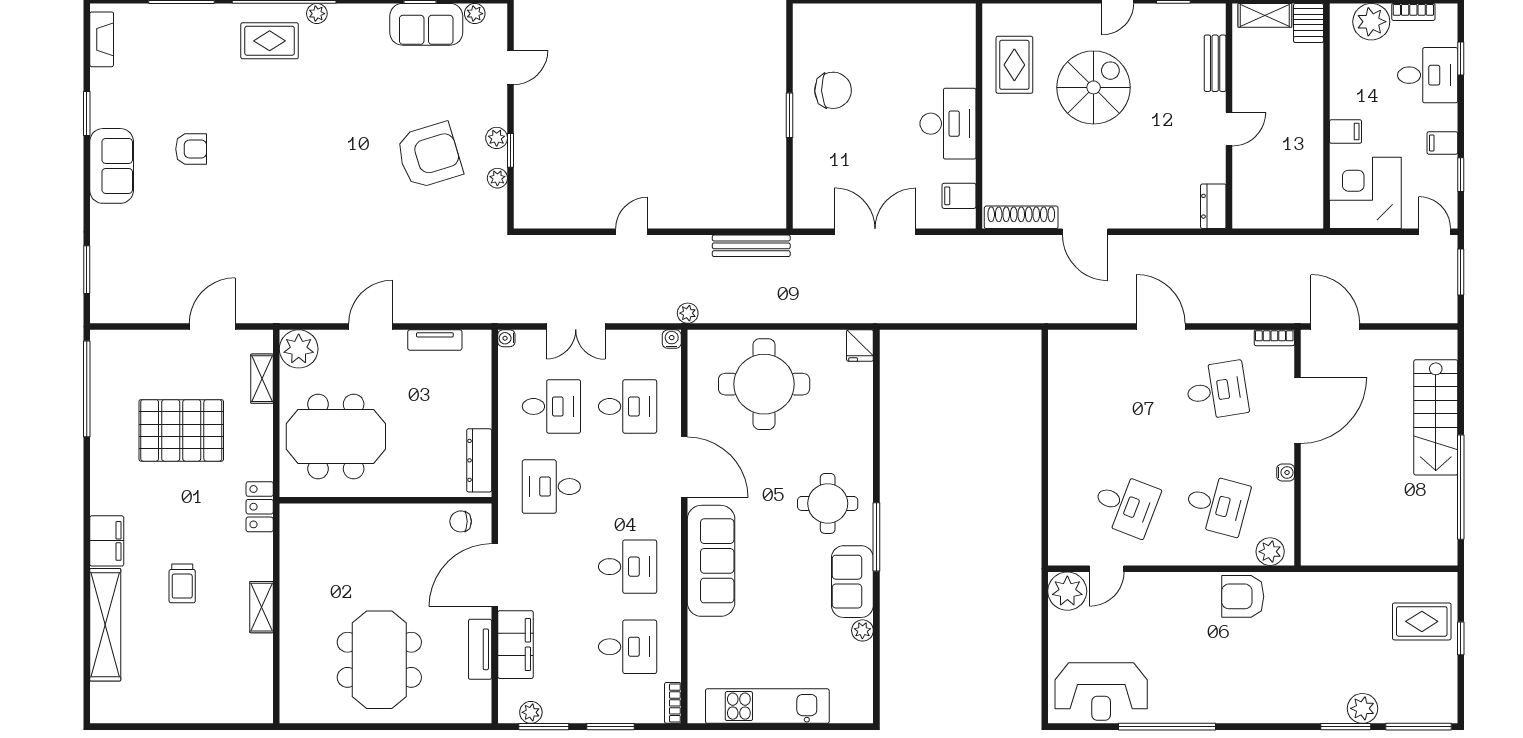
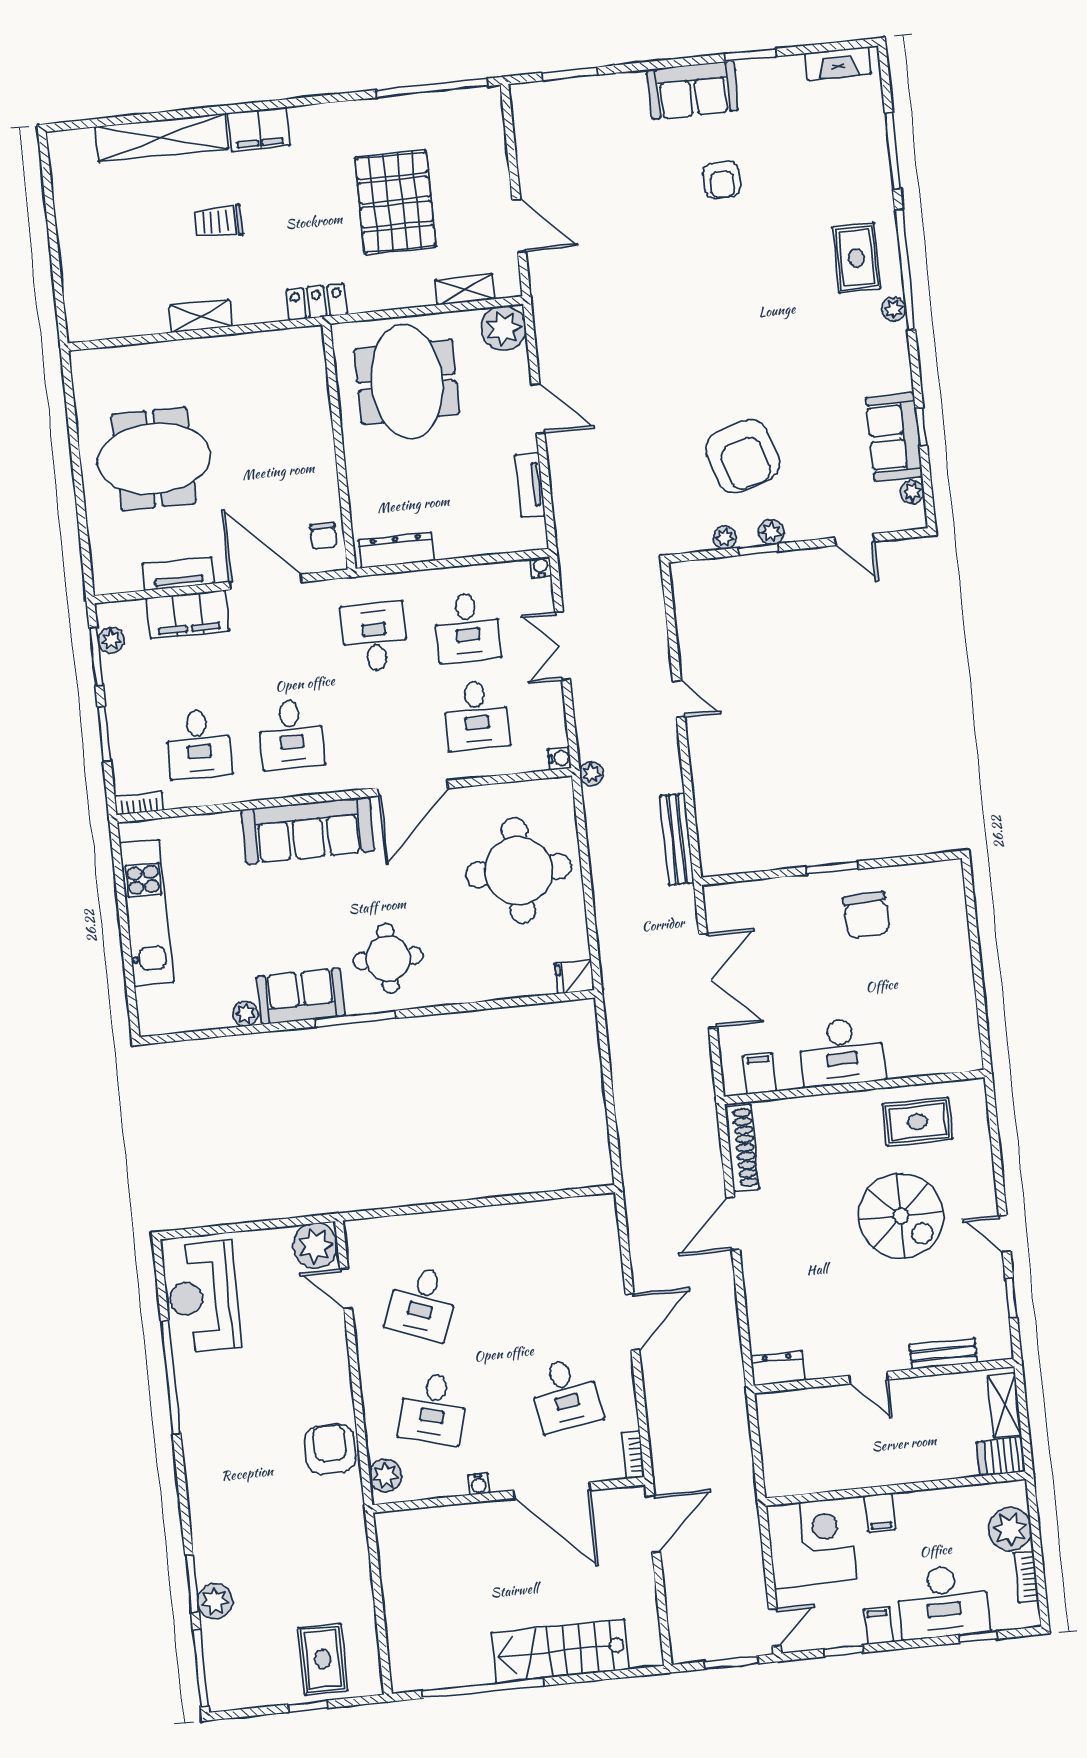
desk: (1428, 75) -> (943, 1602), width x1.37
chair: (461, 521) -> (323, 536), turned 180

